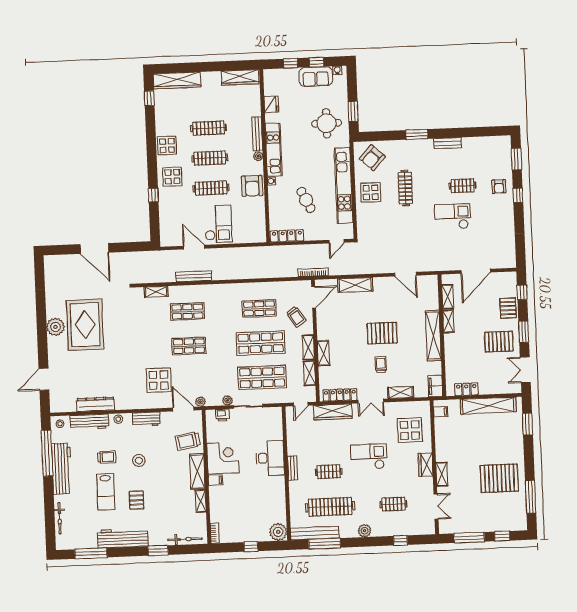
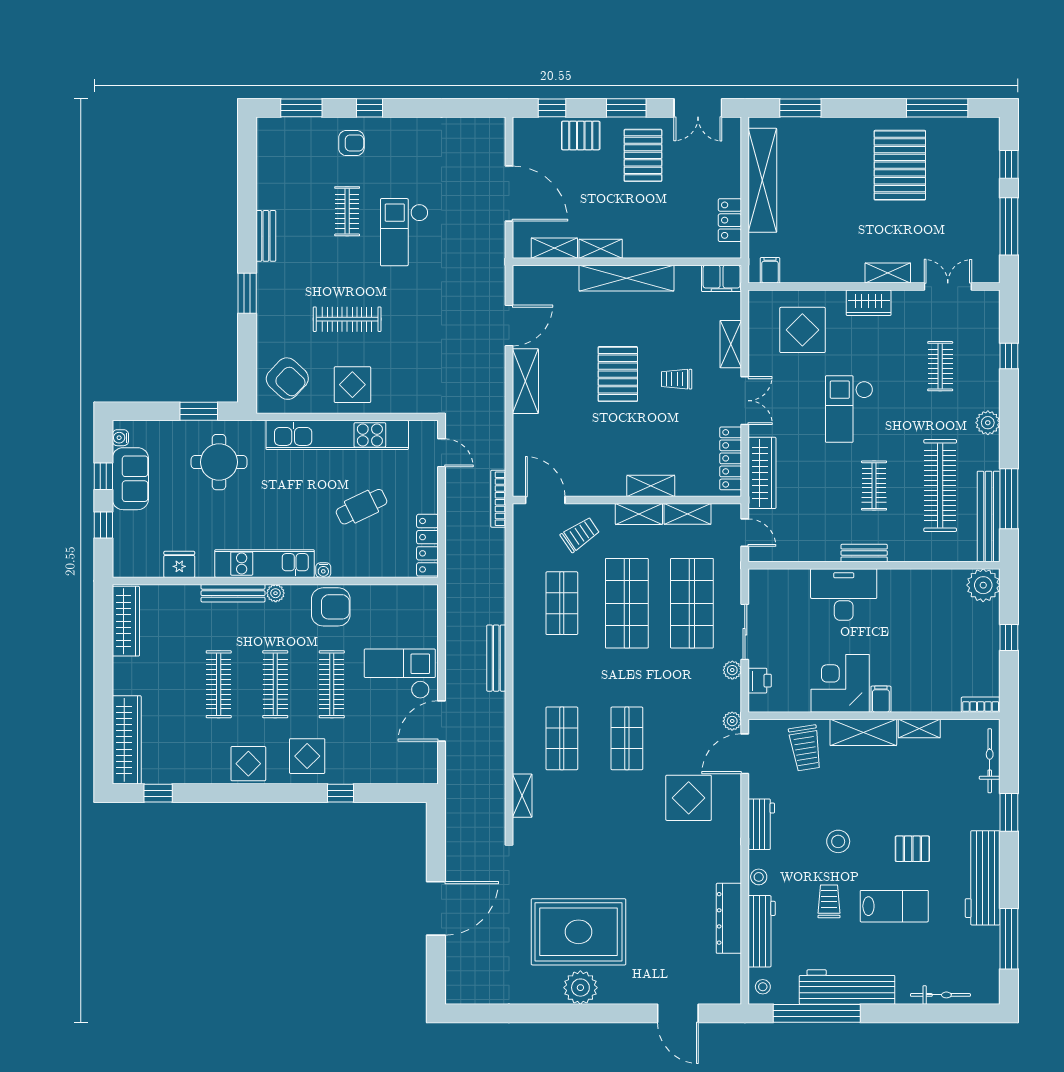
bench: (194, 276) -> (496, 658), moved
shelving: (355, 285) -> (525, 381), moved

